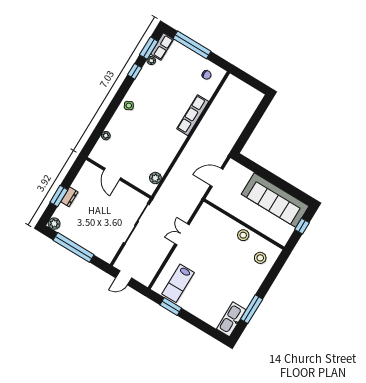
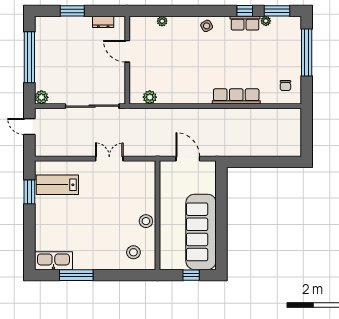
row of seats: (162, 47) -> (245, 23), moved
door: (112, 174) -> (127, 51), hinge flipped
dresser: (69, 197) -> (103, 22), moved
plant: (54, 224) -> (41, 97), moved

